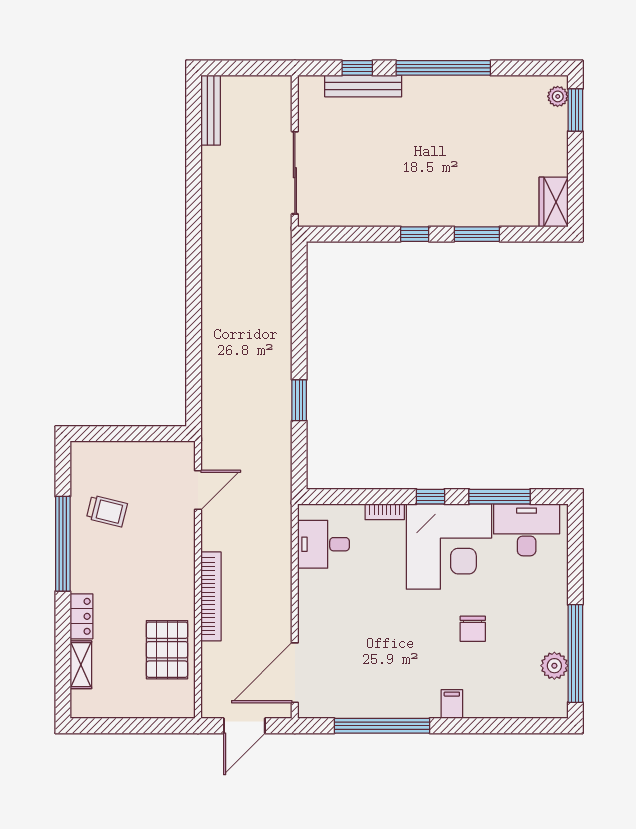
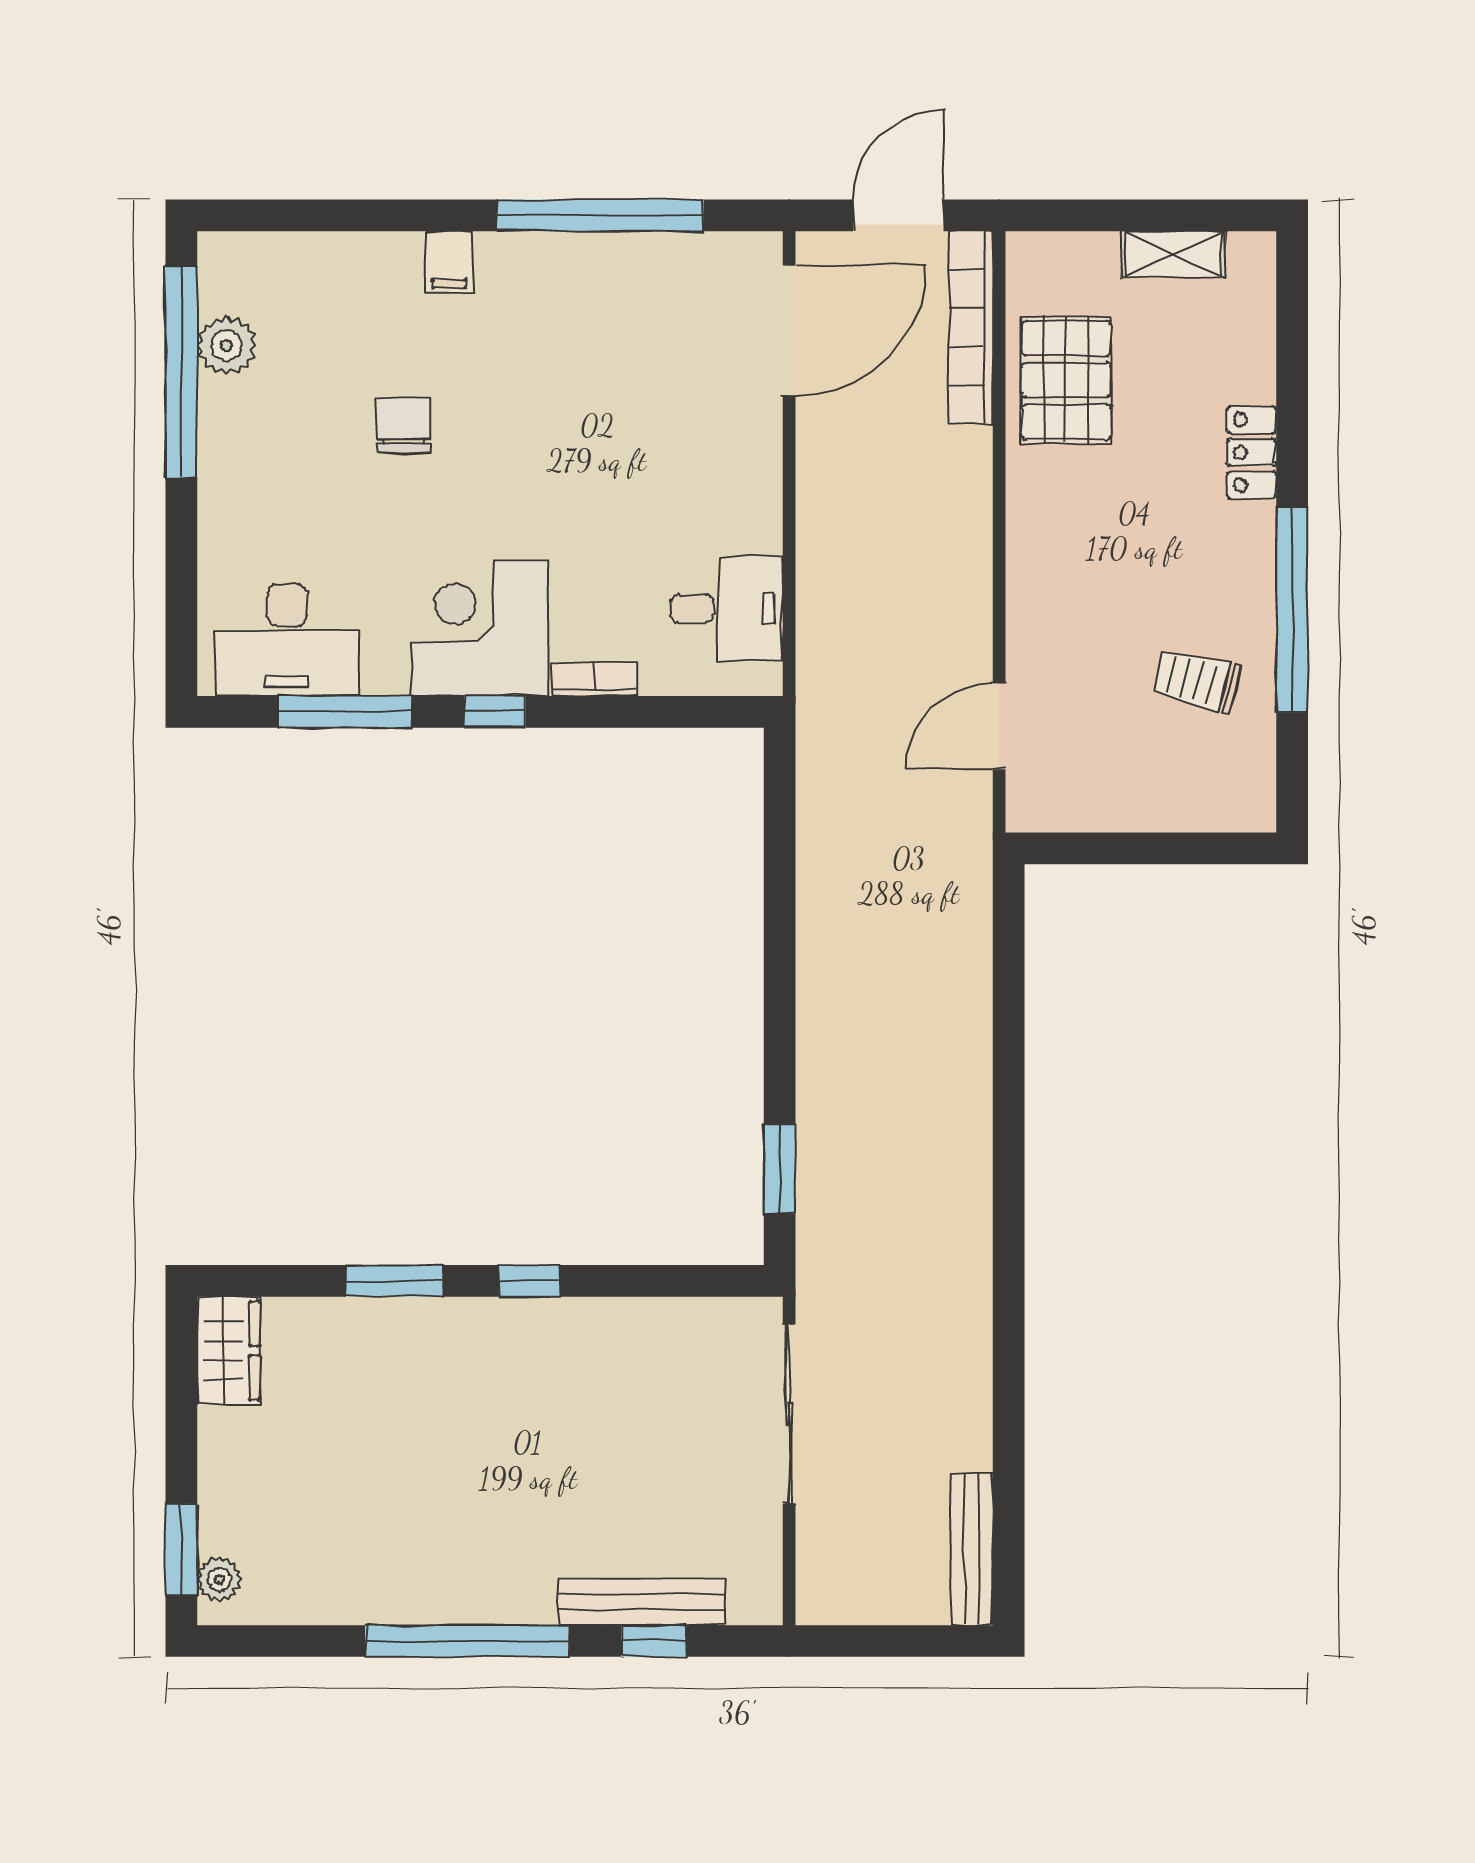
window: (299, 400) -> (780, 1169), moved
corner desk: (449, 547) -> (480, 628), width x0.74, depth x0.74
bookcase: (211, 596) -> (971, 327), moved
shelving: (81, 665) -> (1173, 254), moved, turned 90

